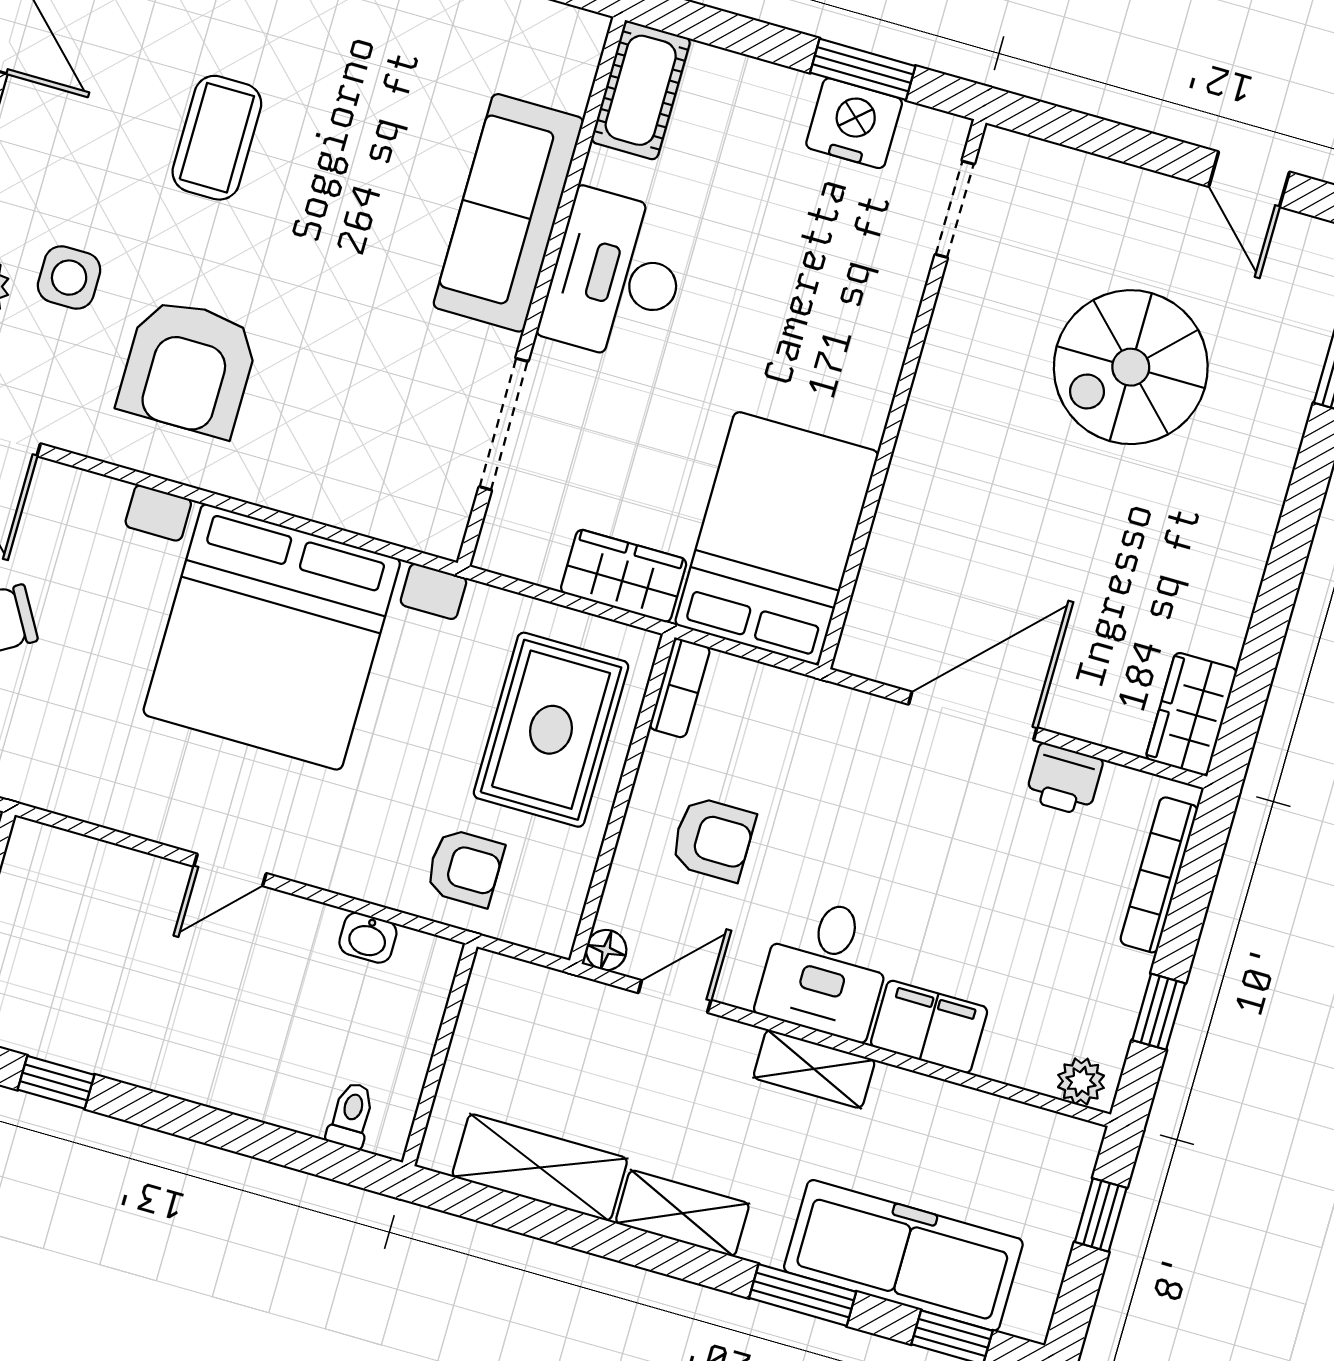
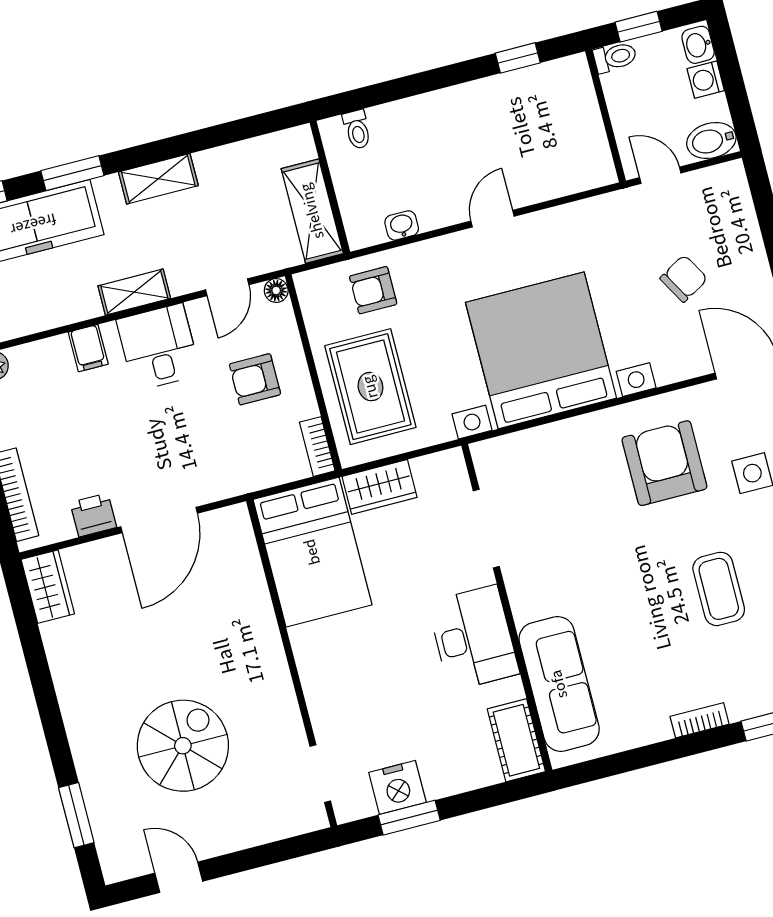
sofa: (508, 213) -> (559, 684), moved
filing cabinet: (929, 1027) -> (88, 348), width x0.50
shelving: (540, 1167) -> (312, 211), moved, turned 90

